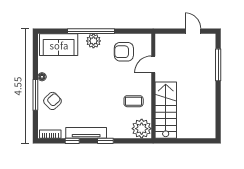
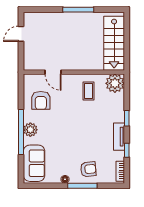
window: (218, 65) -> (78, 10), moved
armchair: (52, 101) -> (88, 169), turned 128
stairs: (166, 110) -> (114, 43), moved, turned -90
tv unit: (86, 133) -> (119, 137), width x0.71

